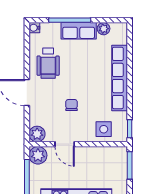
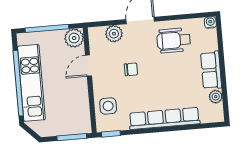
window: (70, 20) -> (222, 60), removed
plant: (37, 134) -> (114, 34), moved

